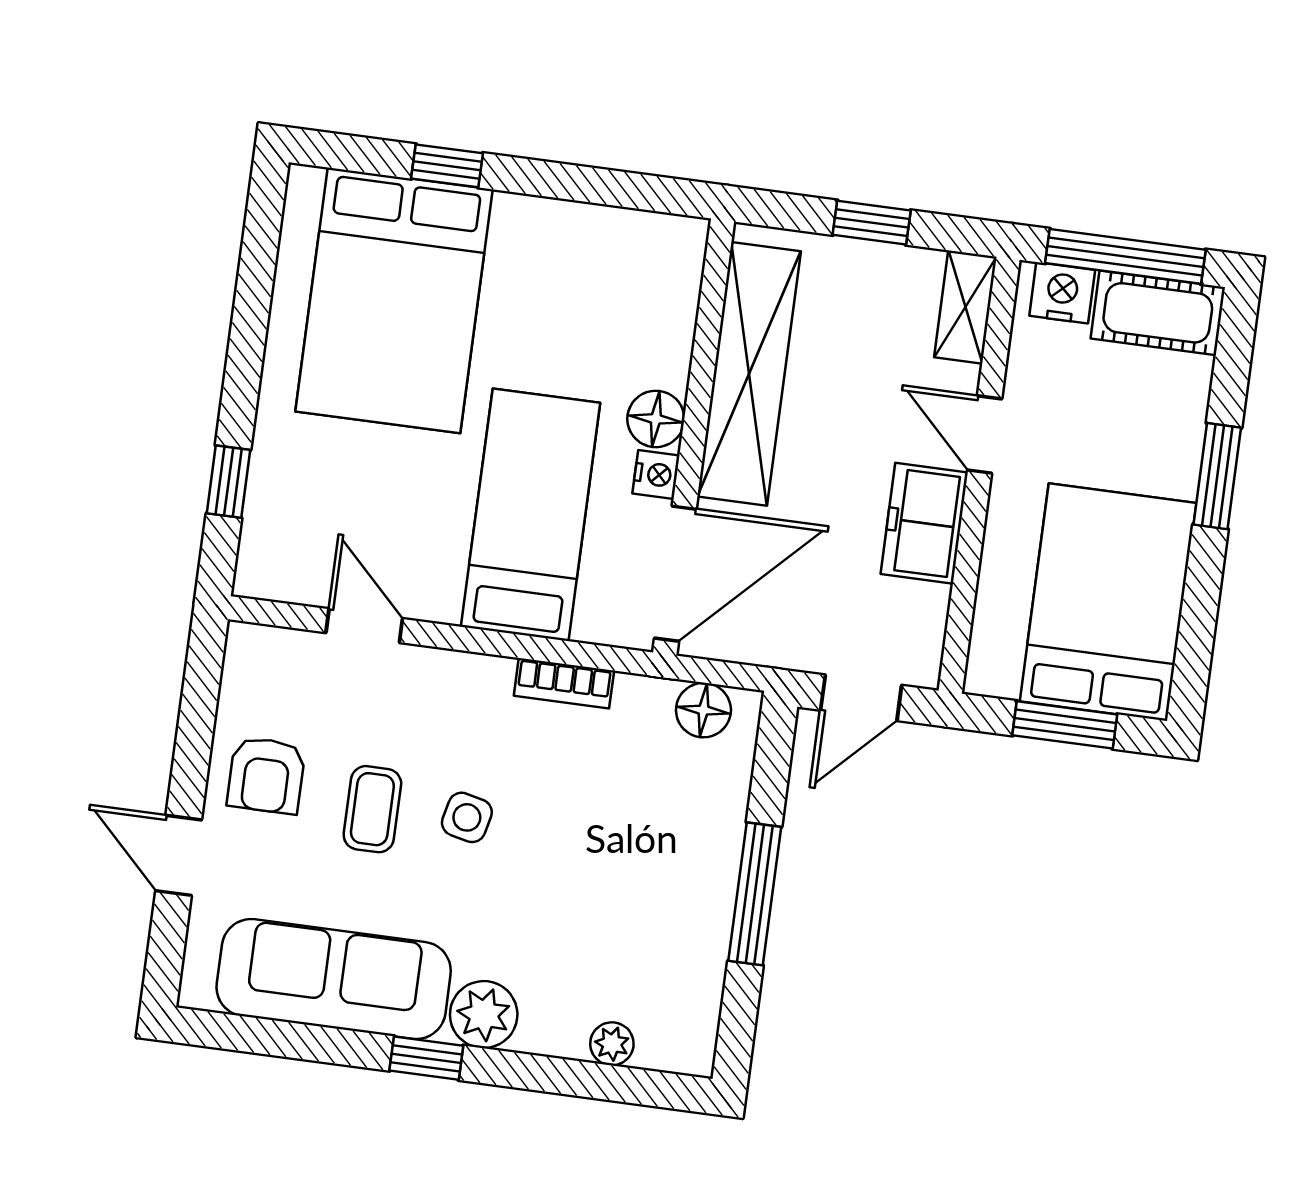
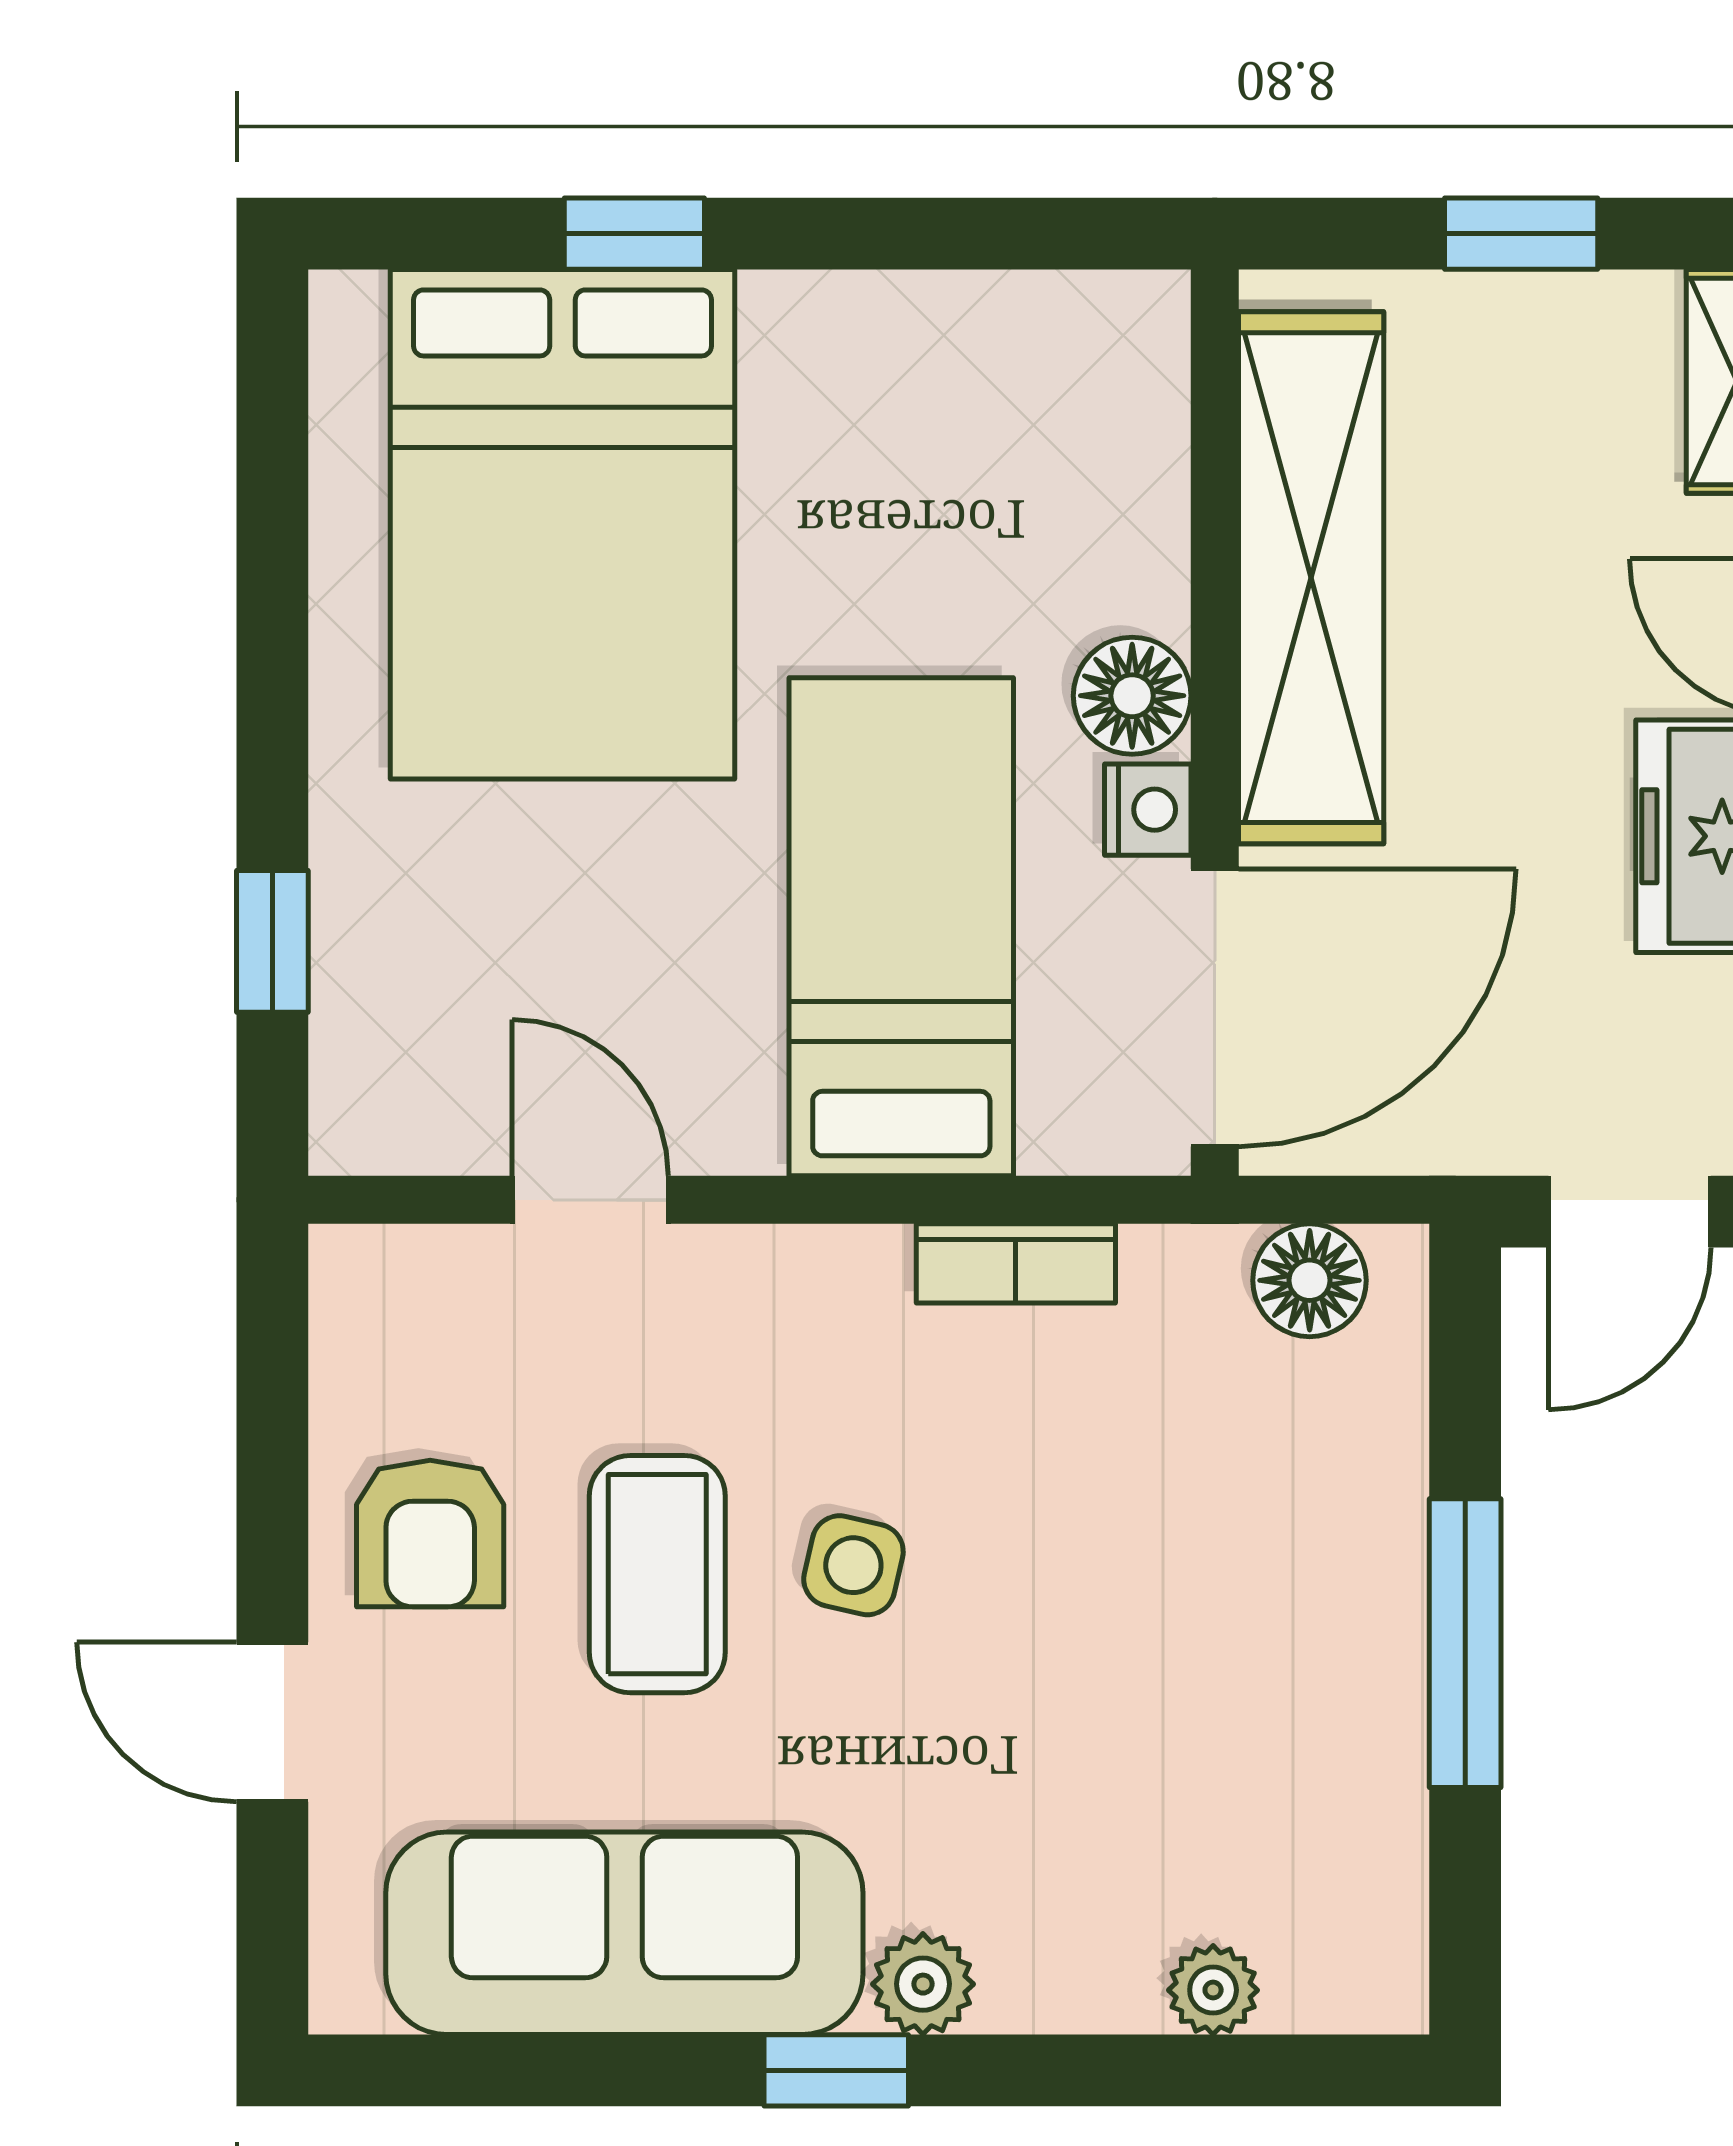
coffee table: (372, 809) -> (657, 1574), width x1.36, depth x1.30
plant: (484, 1015) -> (923, 1984), width x0.73, depth x0.73

